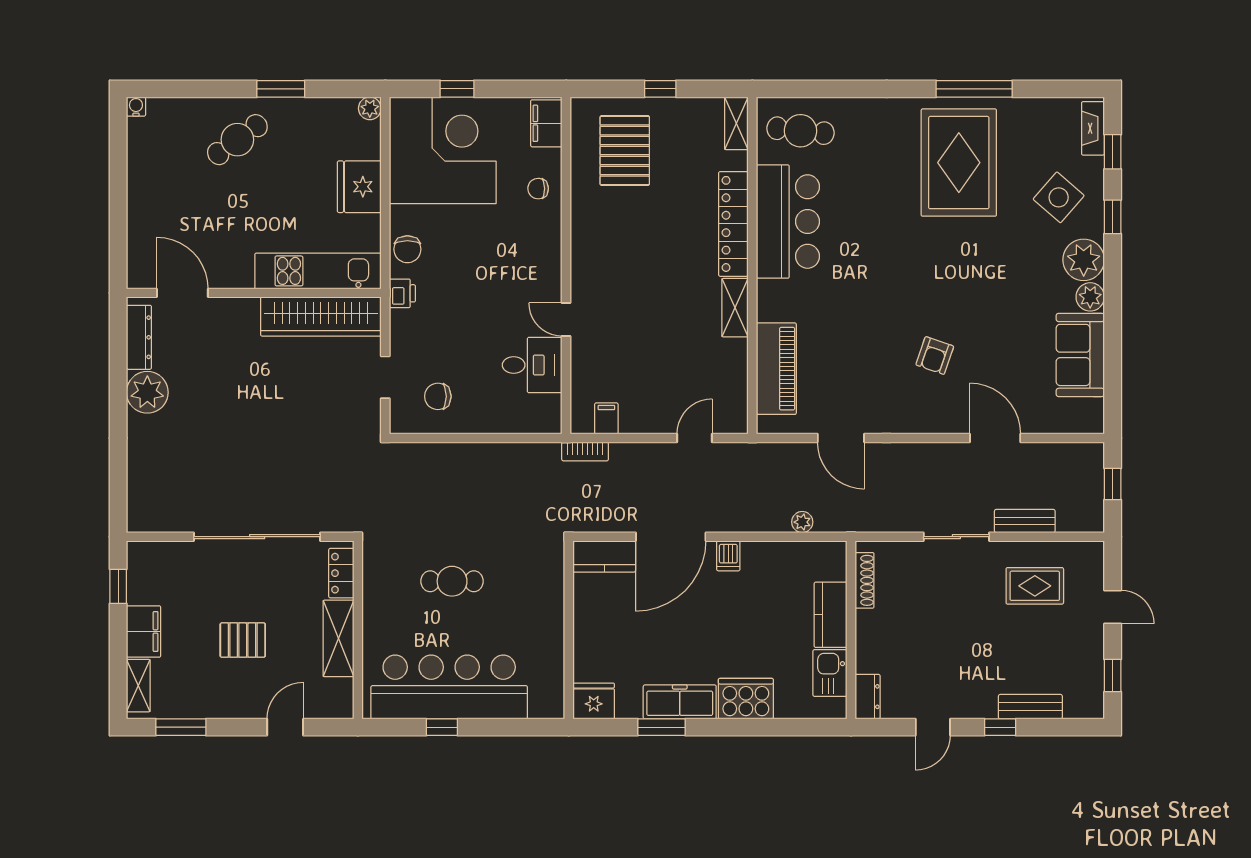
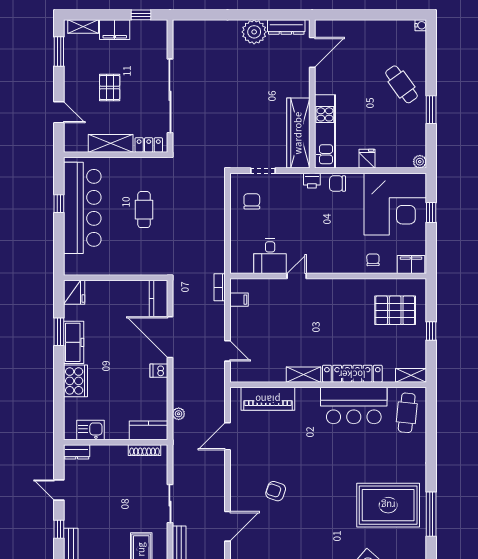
fridge: (359, 187) -> (367, 159), width x0.53, depth x0.75
kitchen counter: (831, 615) -> (149, 430), moved

